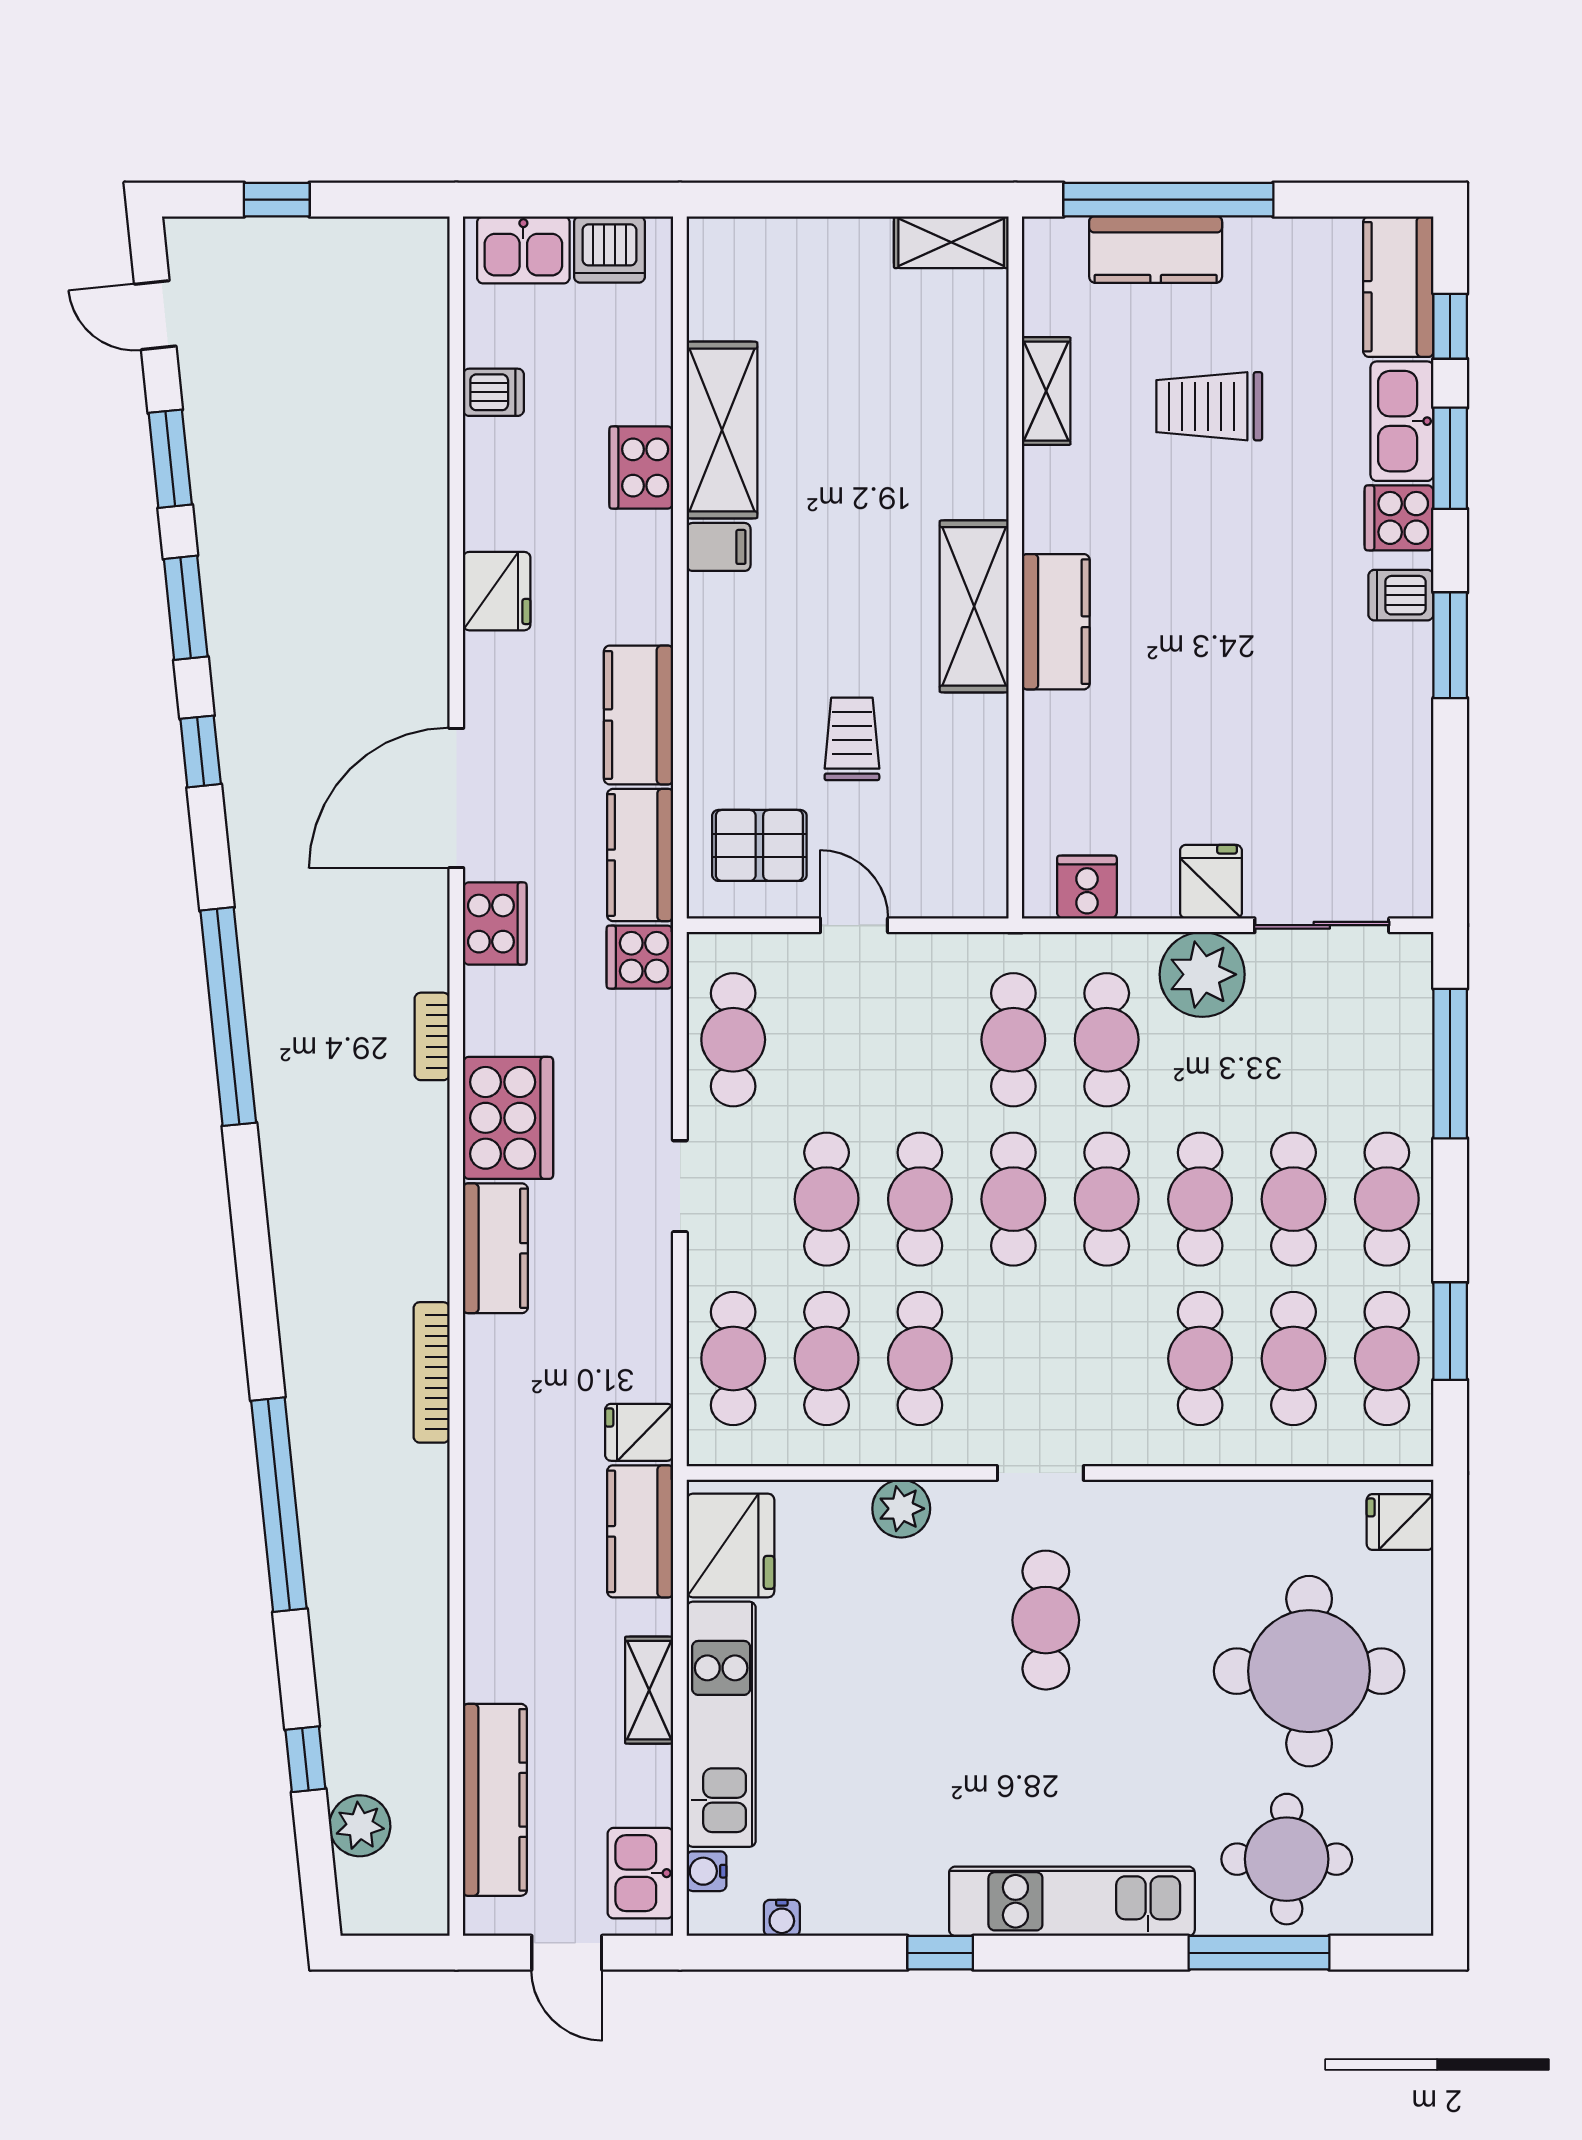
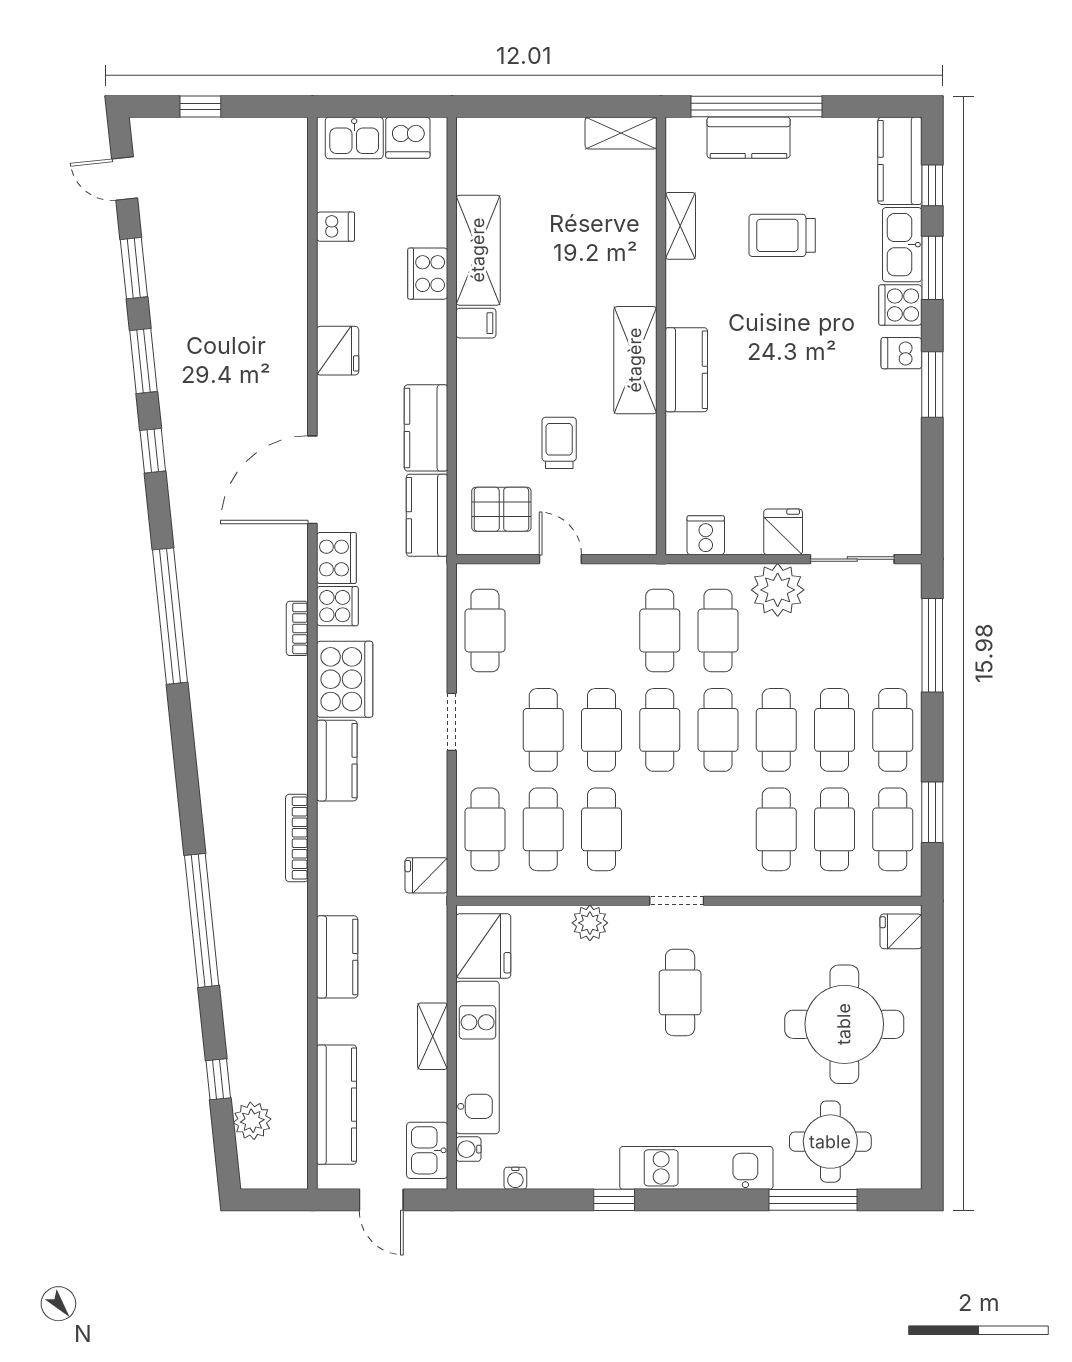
cooker: (640, 957) -> (337, 606), moved, turned 180
kitchen counter: (640, 1531) -> (337, 957), moved, turned 180

